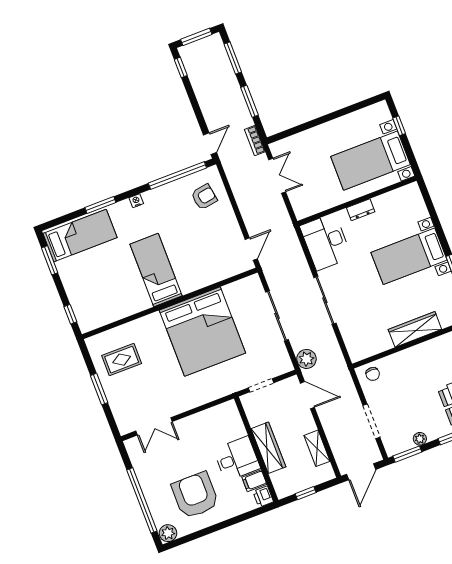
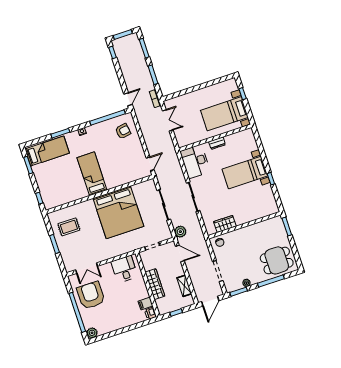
wardrobe: (415, 329) -> (225, 224), moved, width x0.67
desk: (237, 459) -> (124, 269), moved, turned -90
armchair: (195, 495) -> (91, 295), moved

